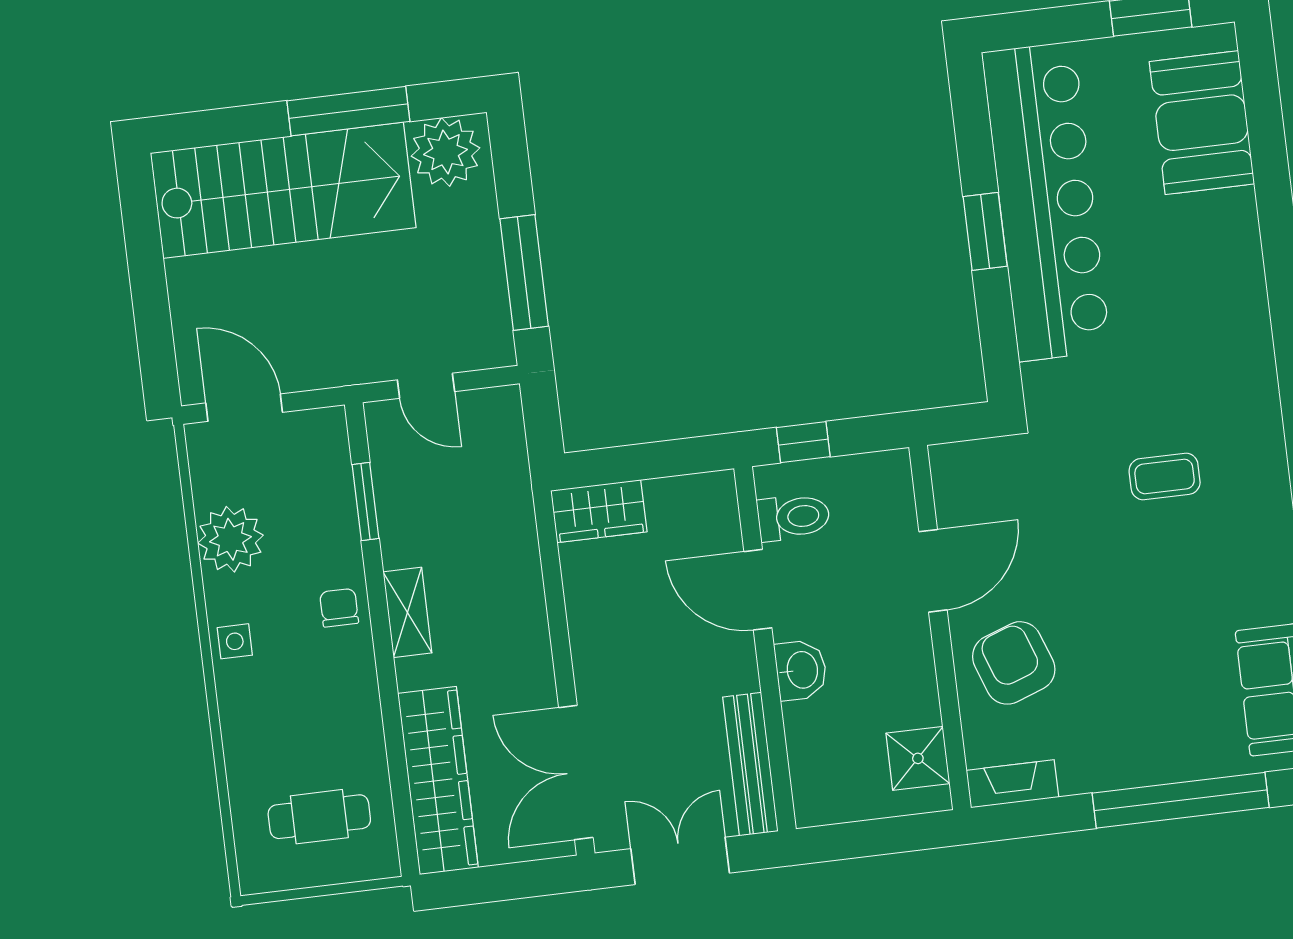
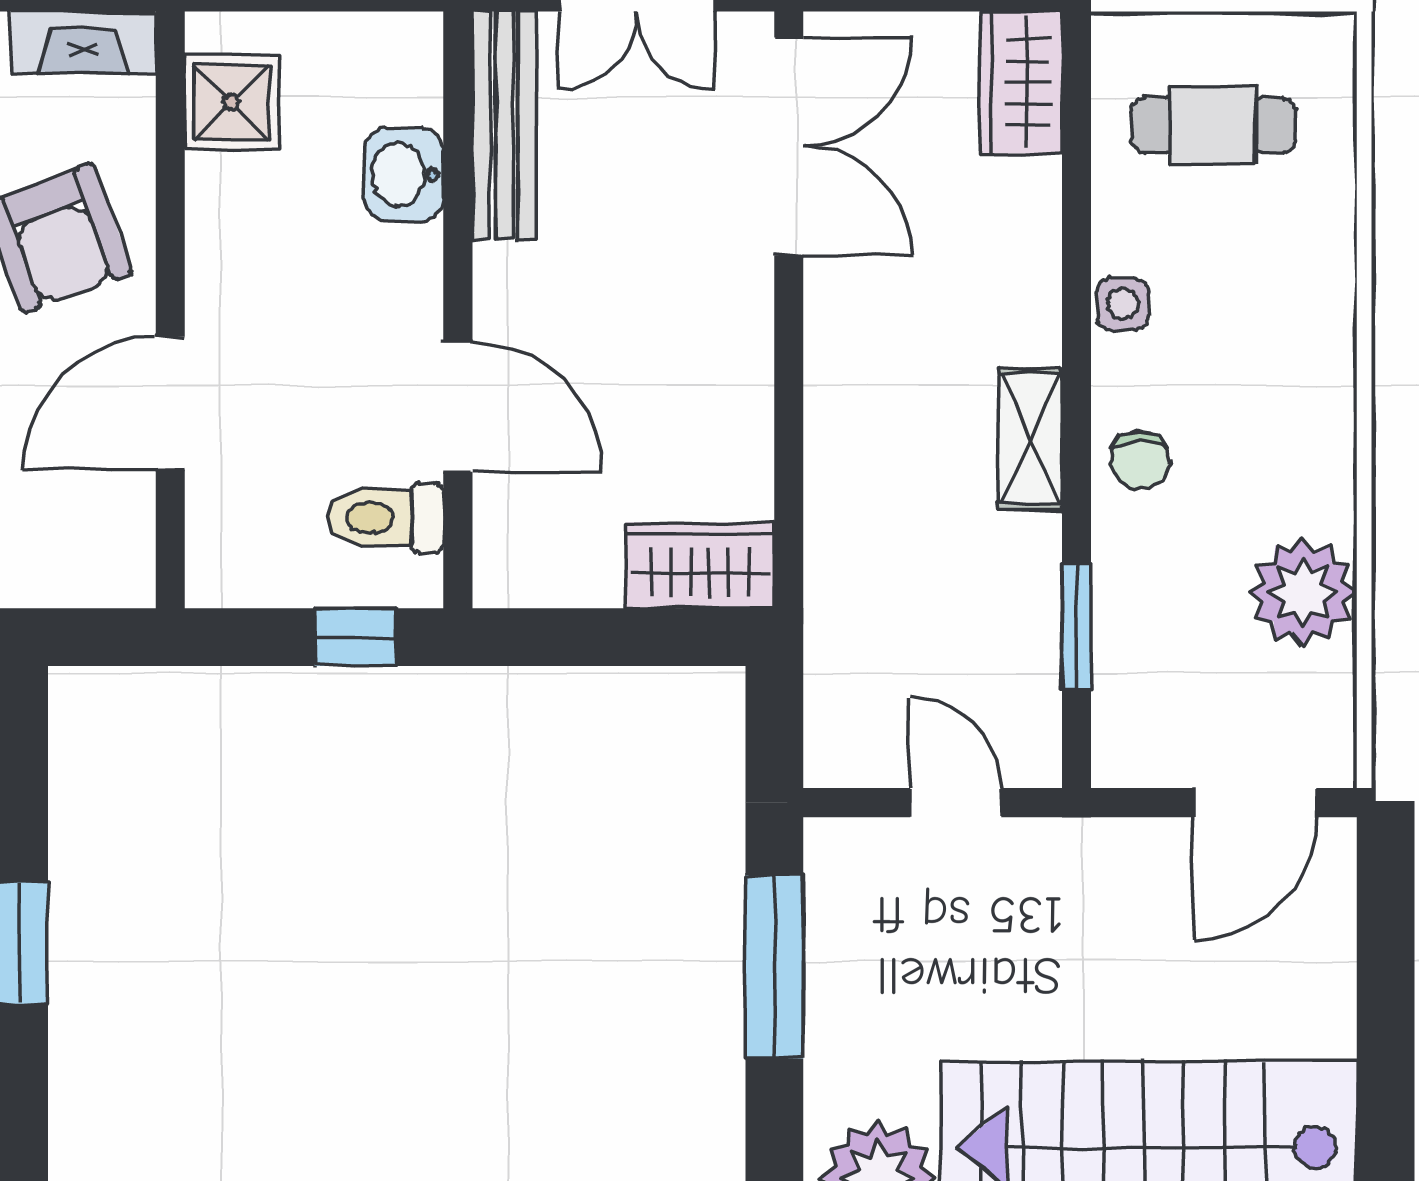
door: (244, 408) -> (1255, 803), hinge flipped
side table: (235, 641) -> (1123, 304), moved
washbasin: (801, 670) -> (404, 174), moved
wardrobe: (438, 780) -> (1021, 82), width x0.48, depth x0.85

